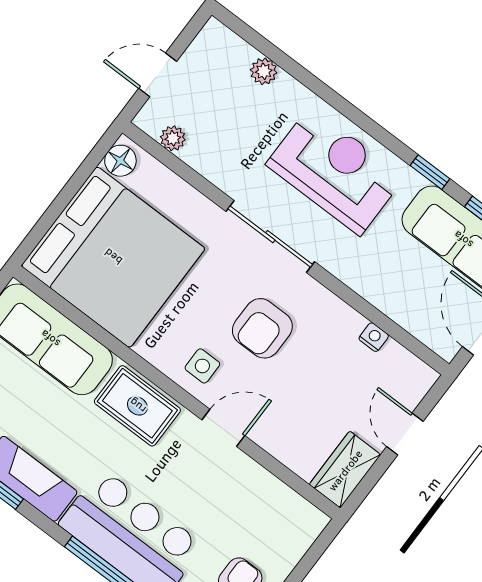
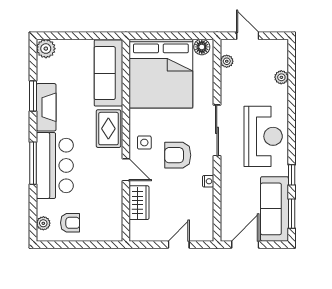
nightstand: (374, 337) -> (208, 181), moved
wardrobe: (345, 470) -> (139, 203), moved, turned 90

